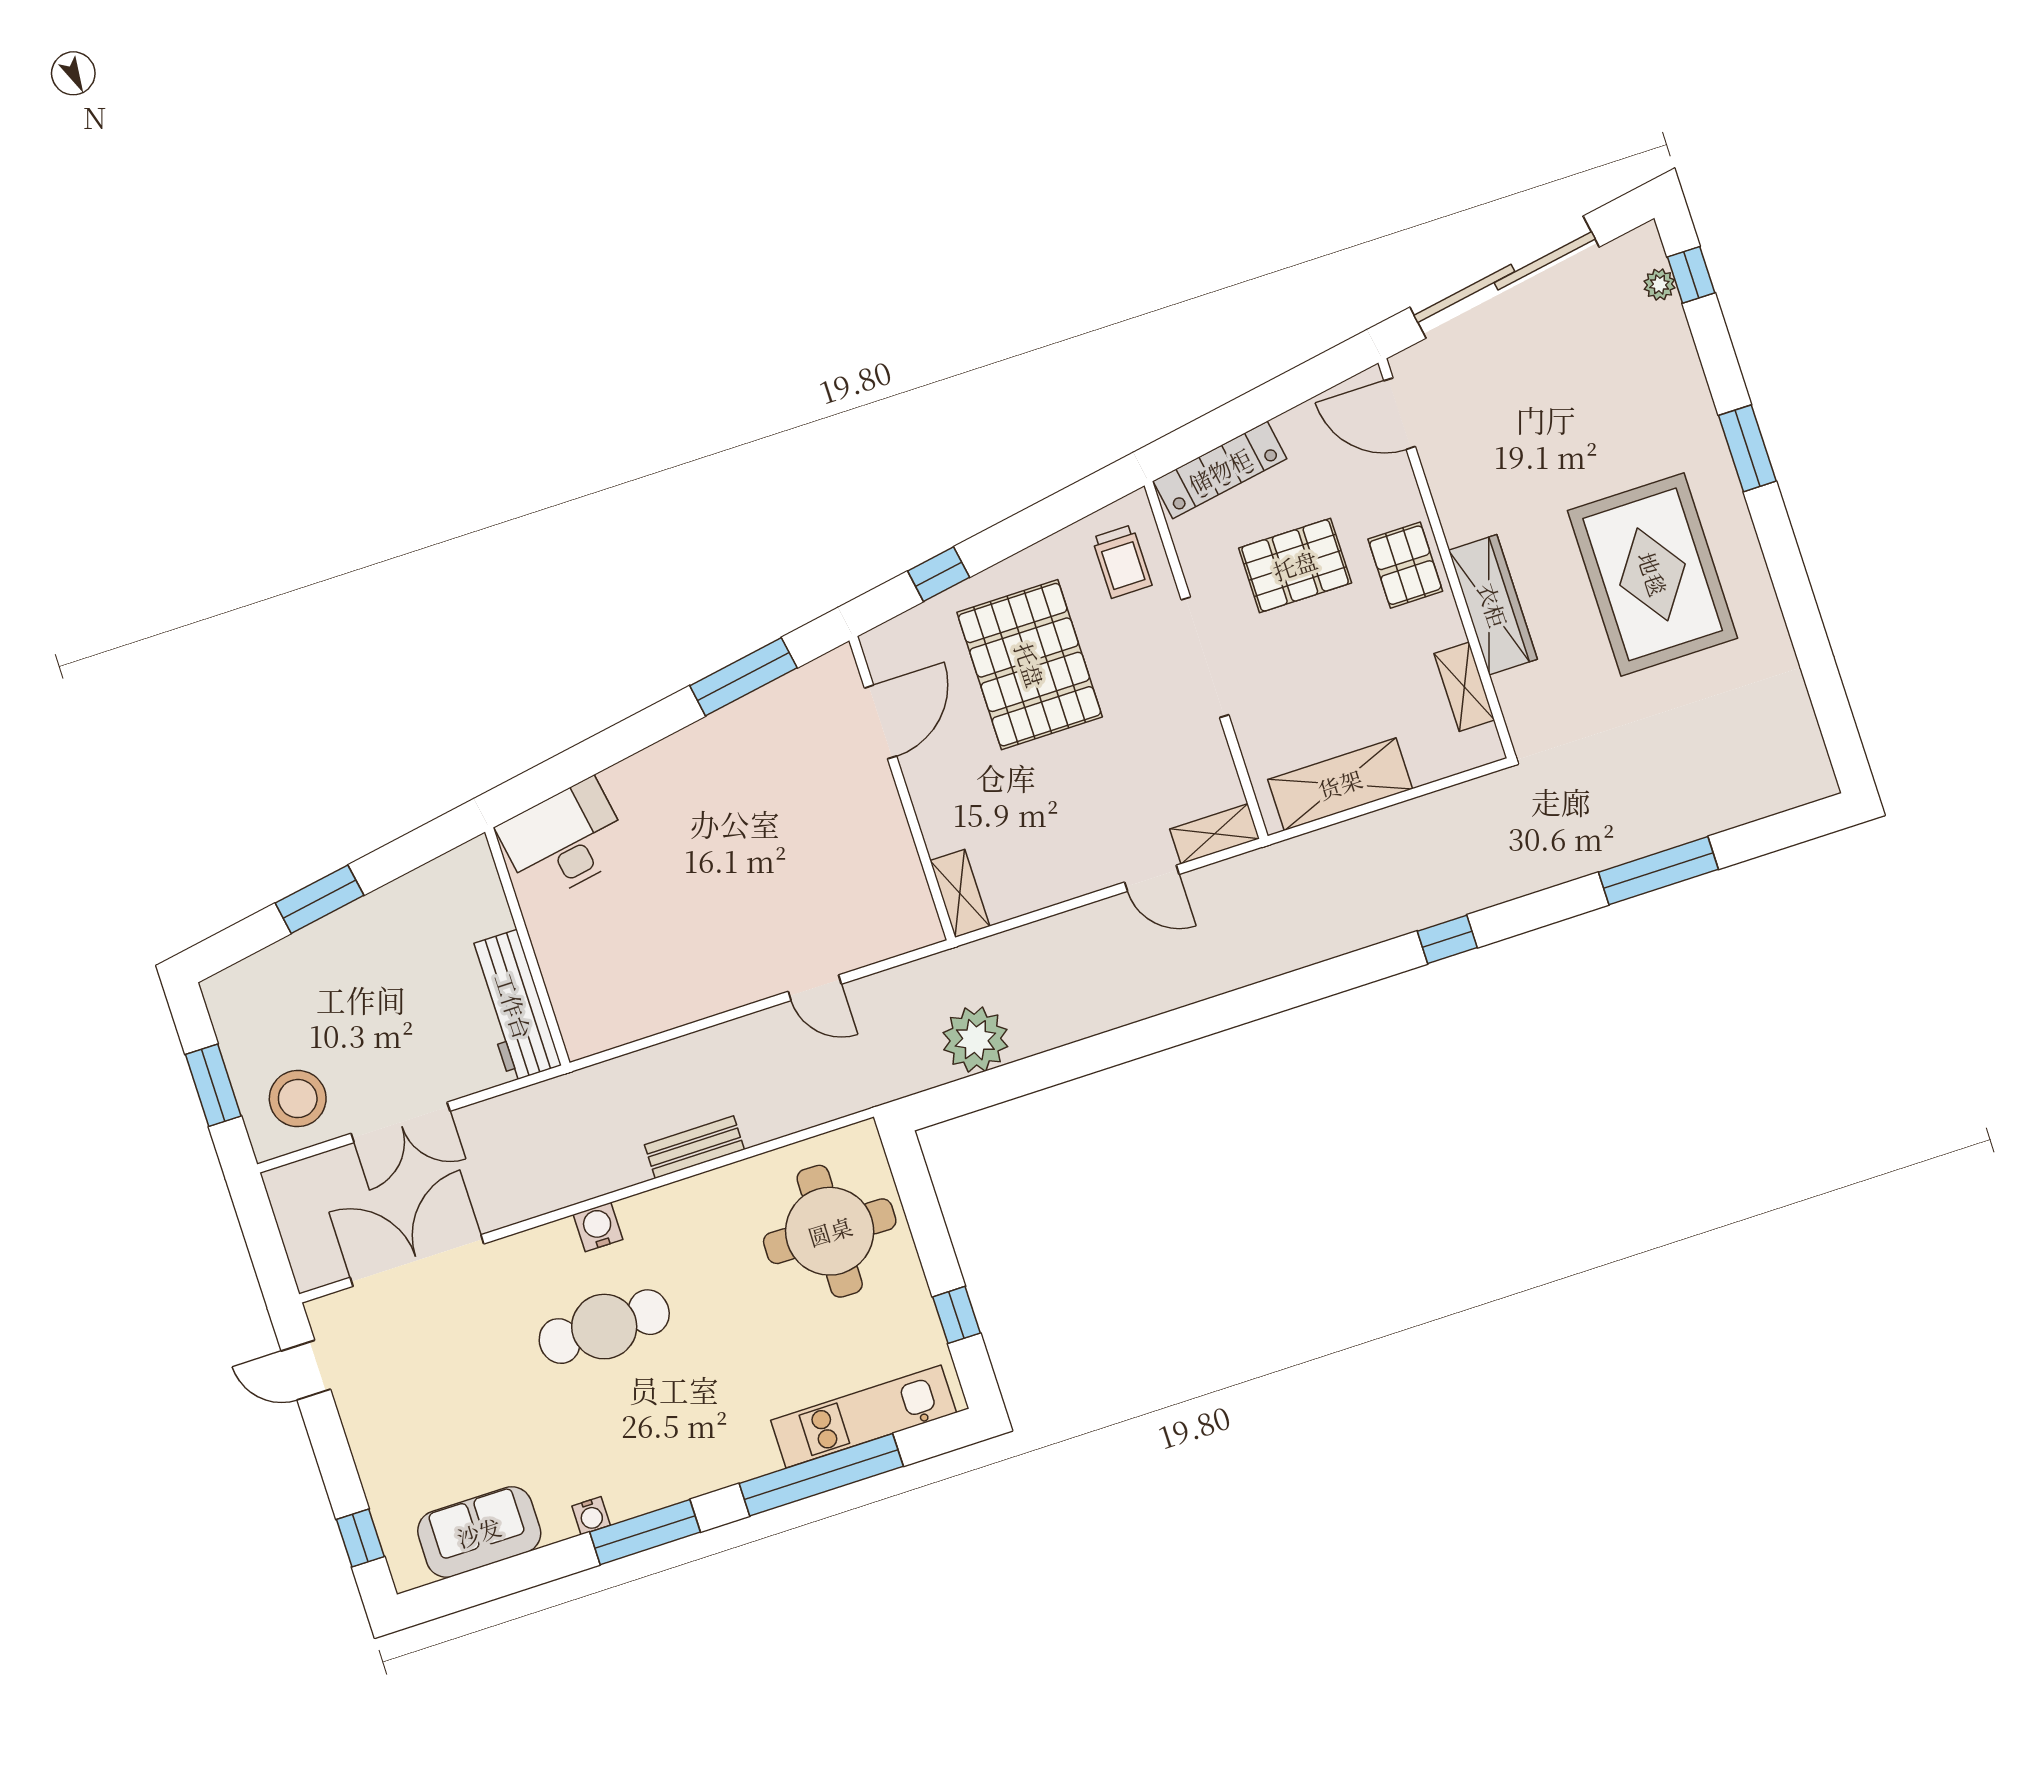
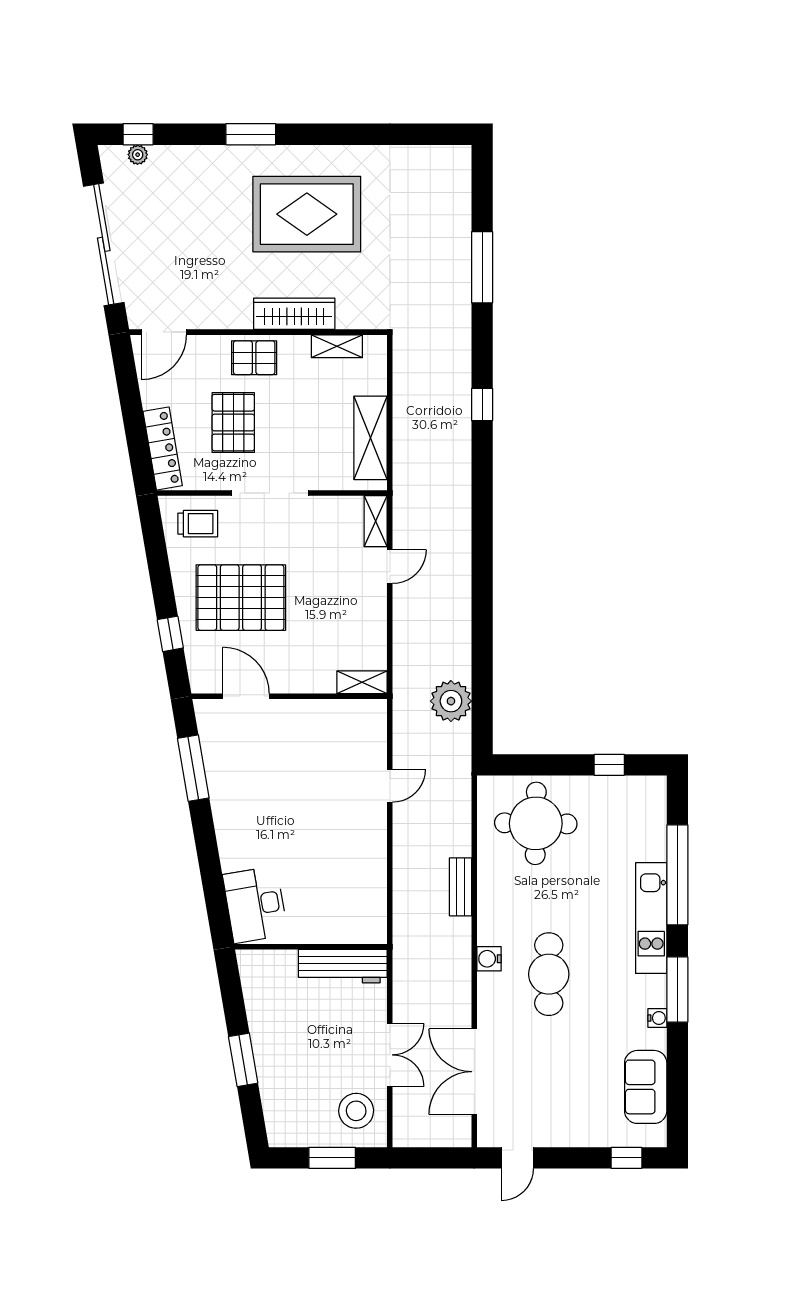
kitchen unit: (864, 1417) -> (651, 918), moved

